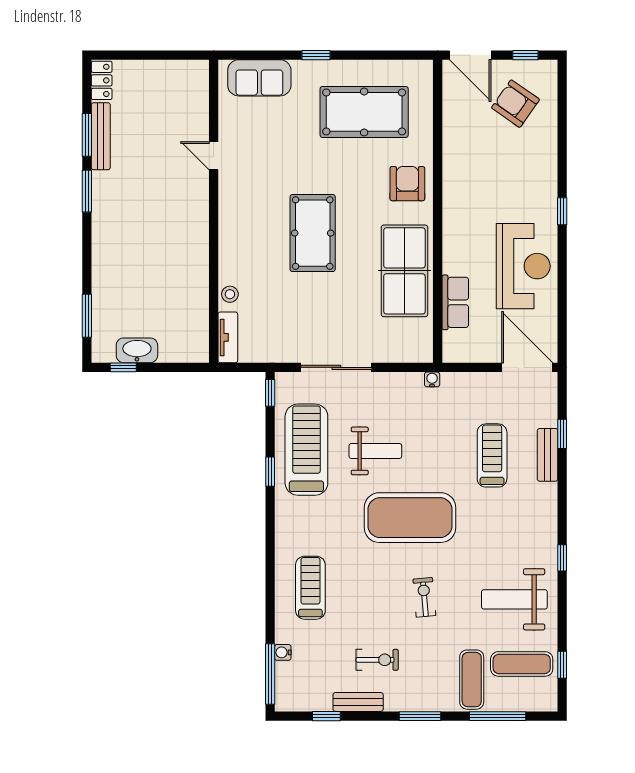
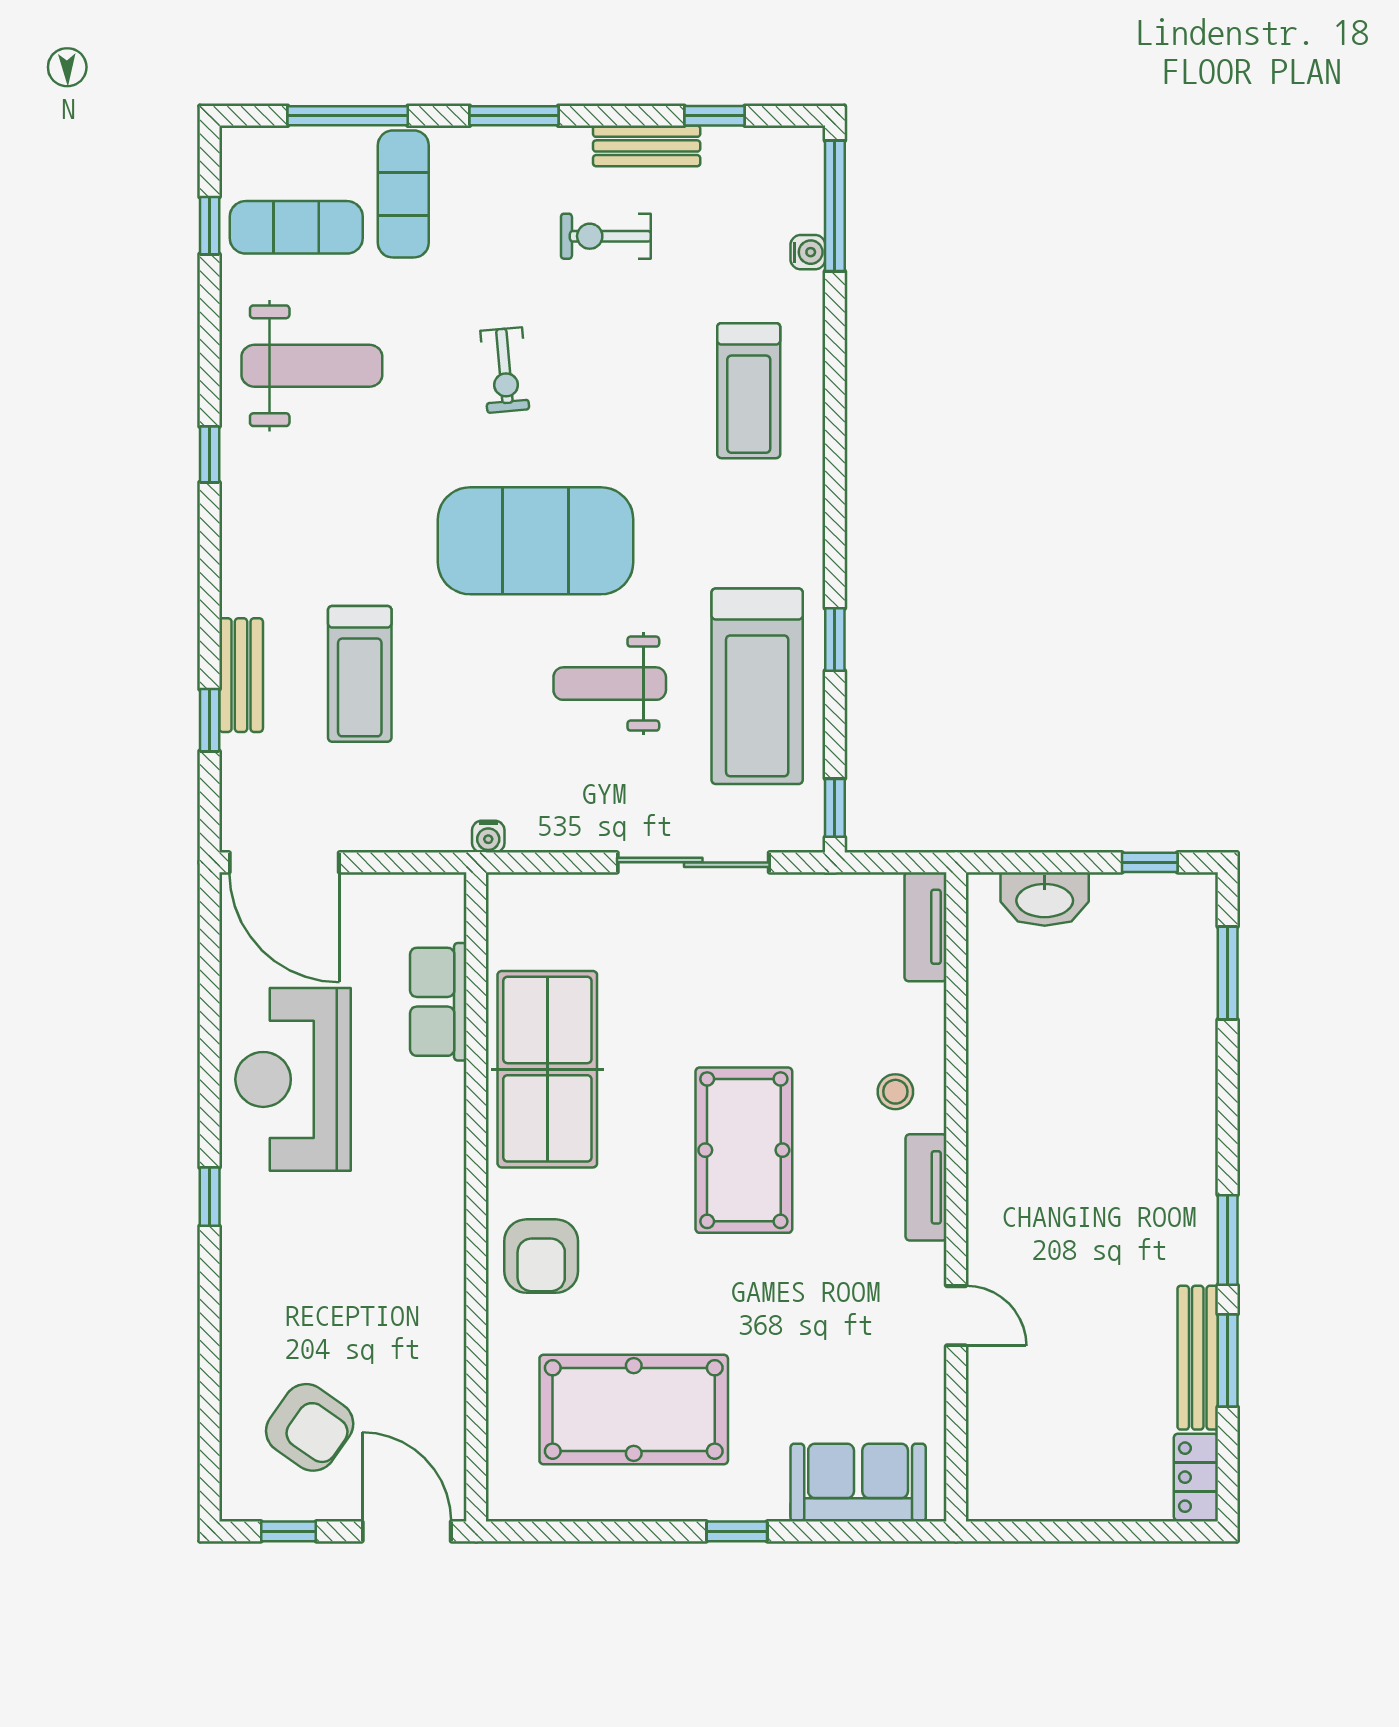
tv unit: (228, 216) -> (926, 1187), added
stool: (230, 294) -> (895, 1092), moved
washbasin: (137, 350) -> (1045, 899), moved

